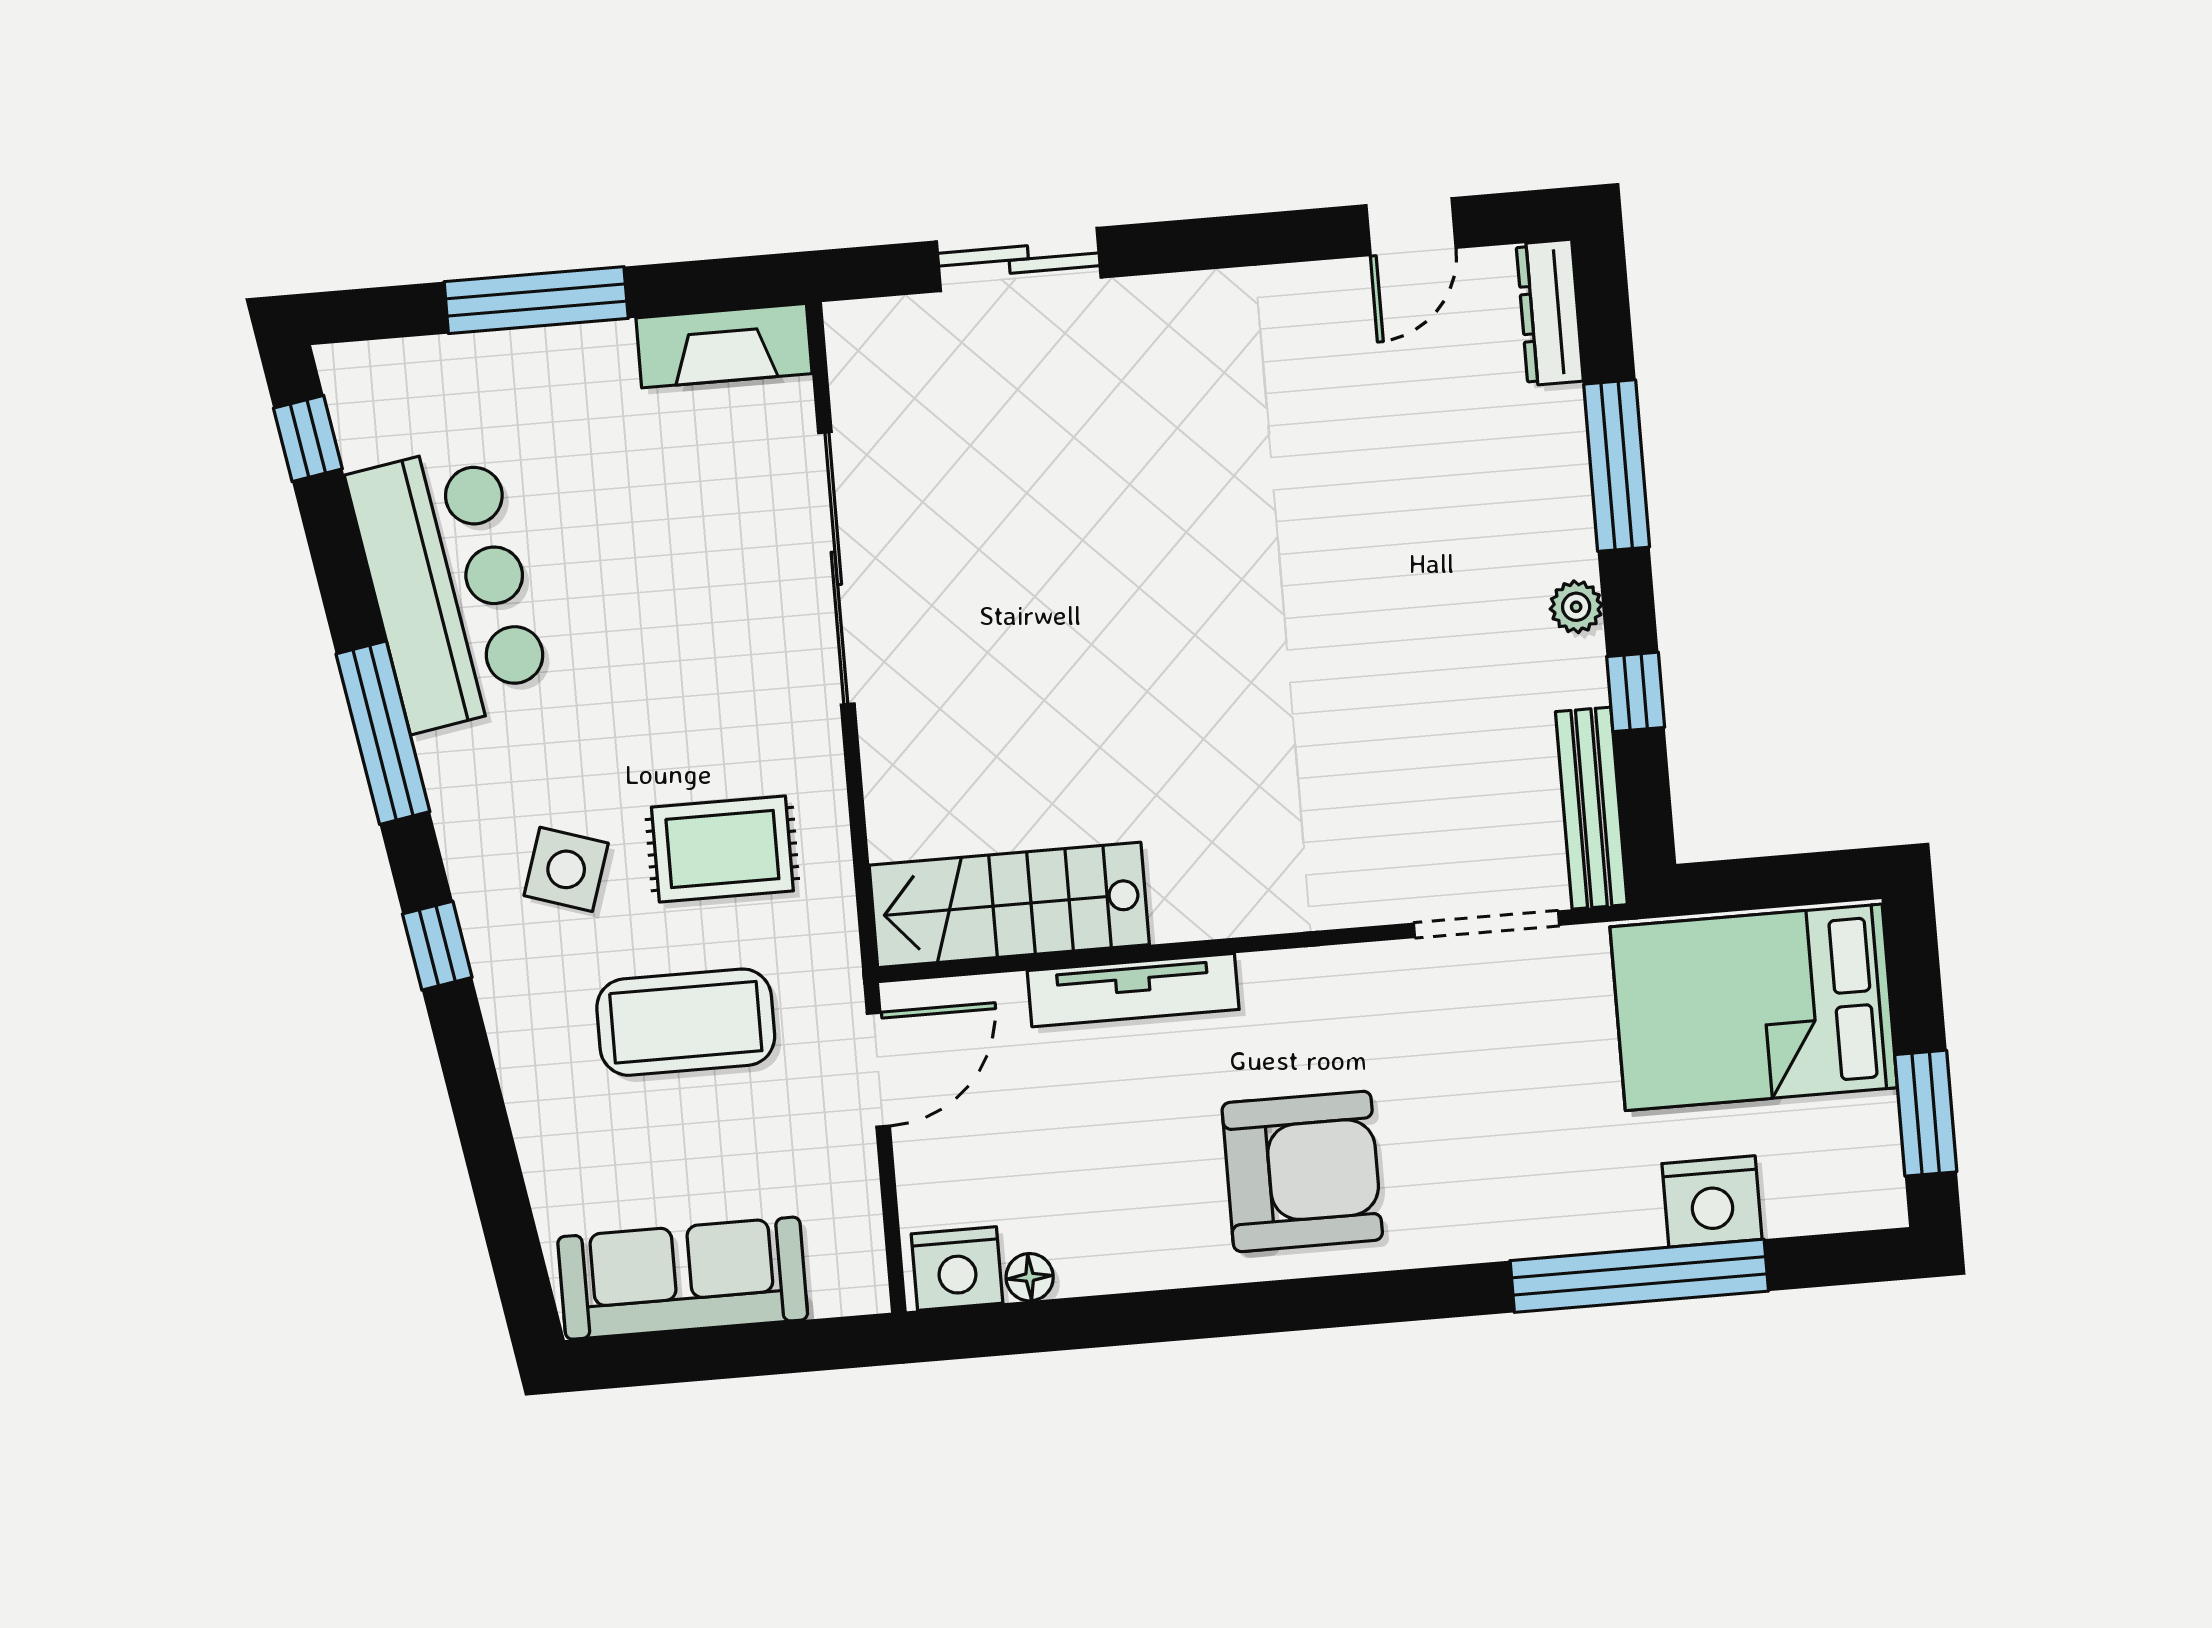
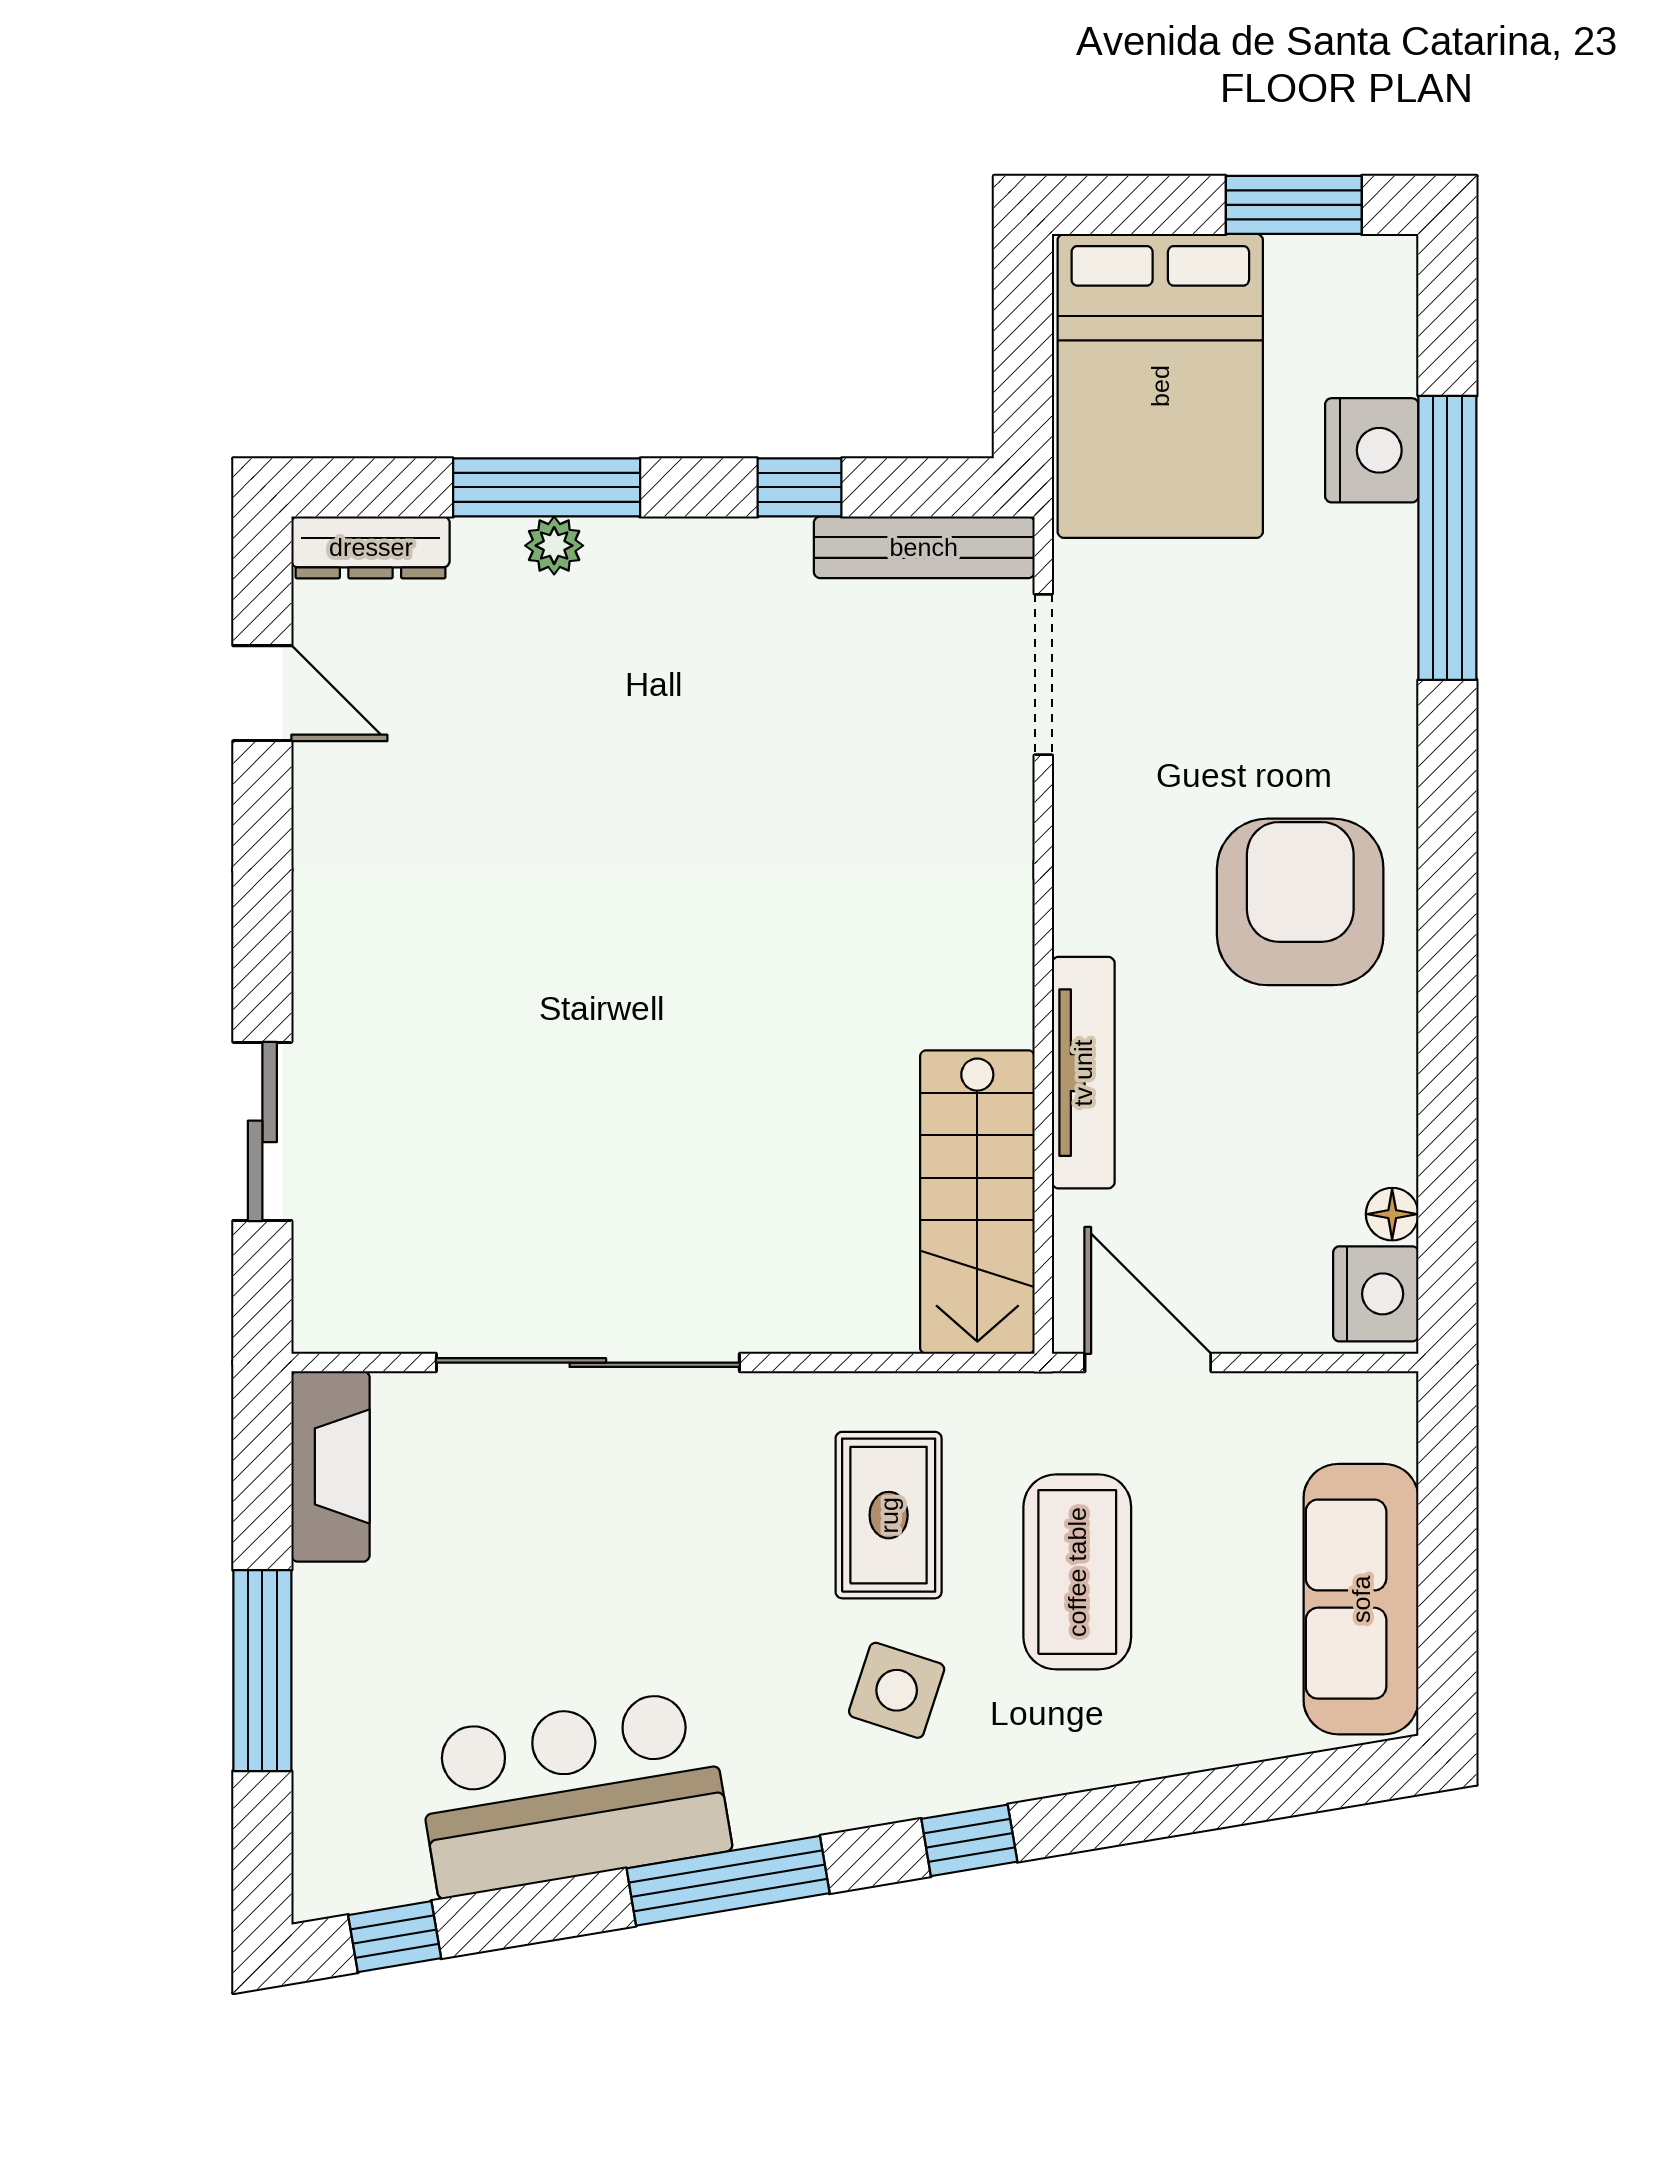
plant: (1576, 607) -> (554, 546), moved

